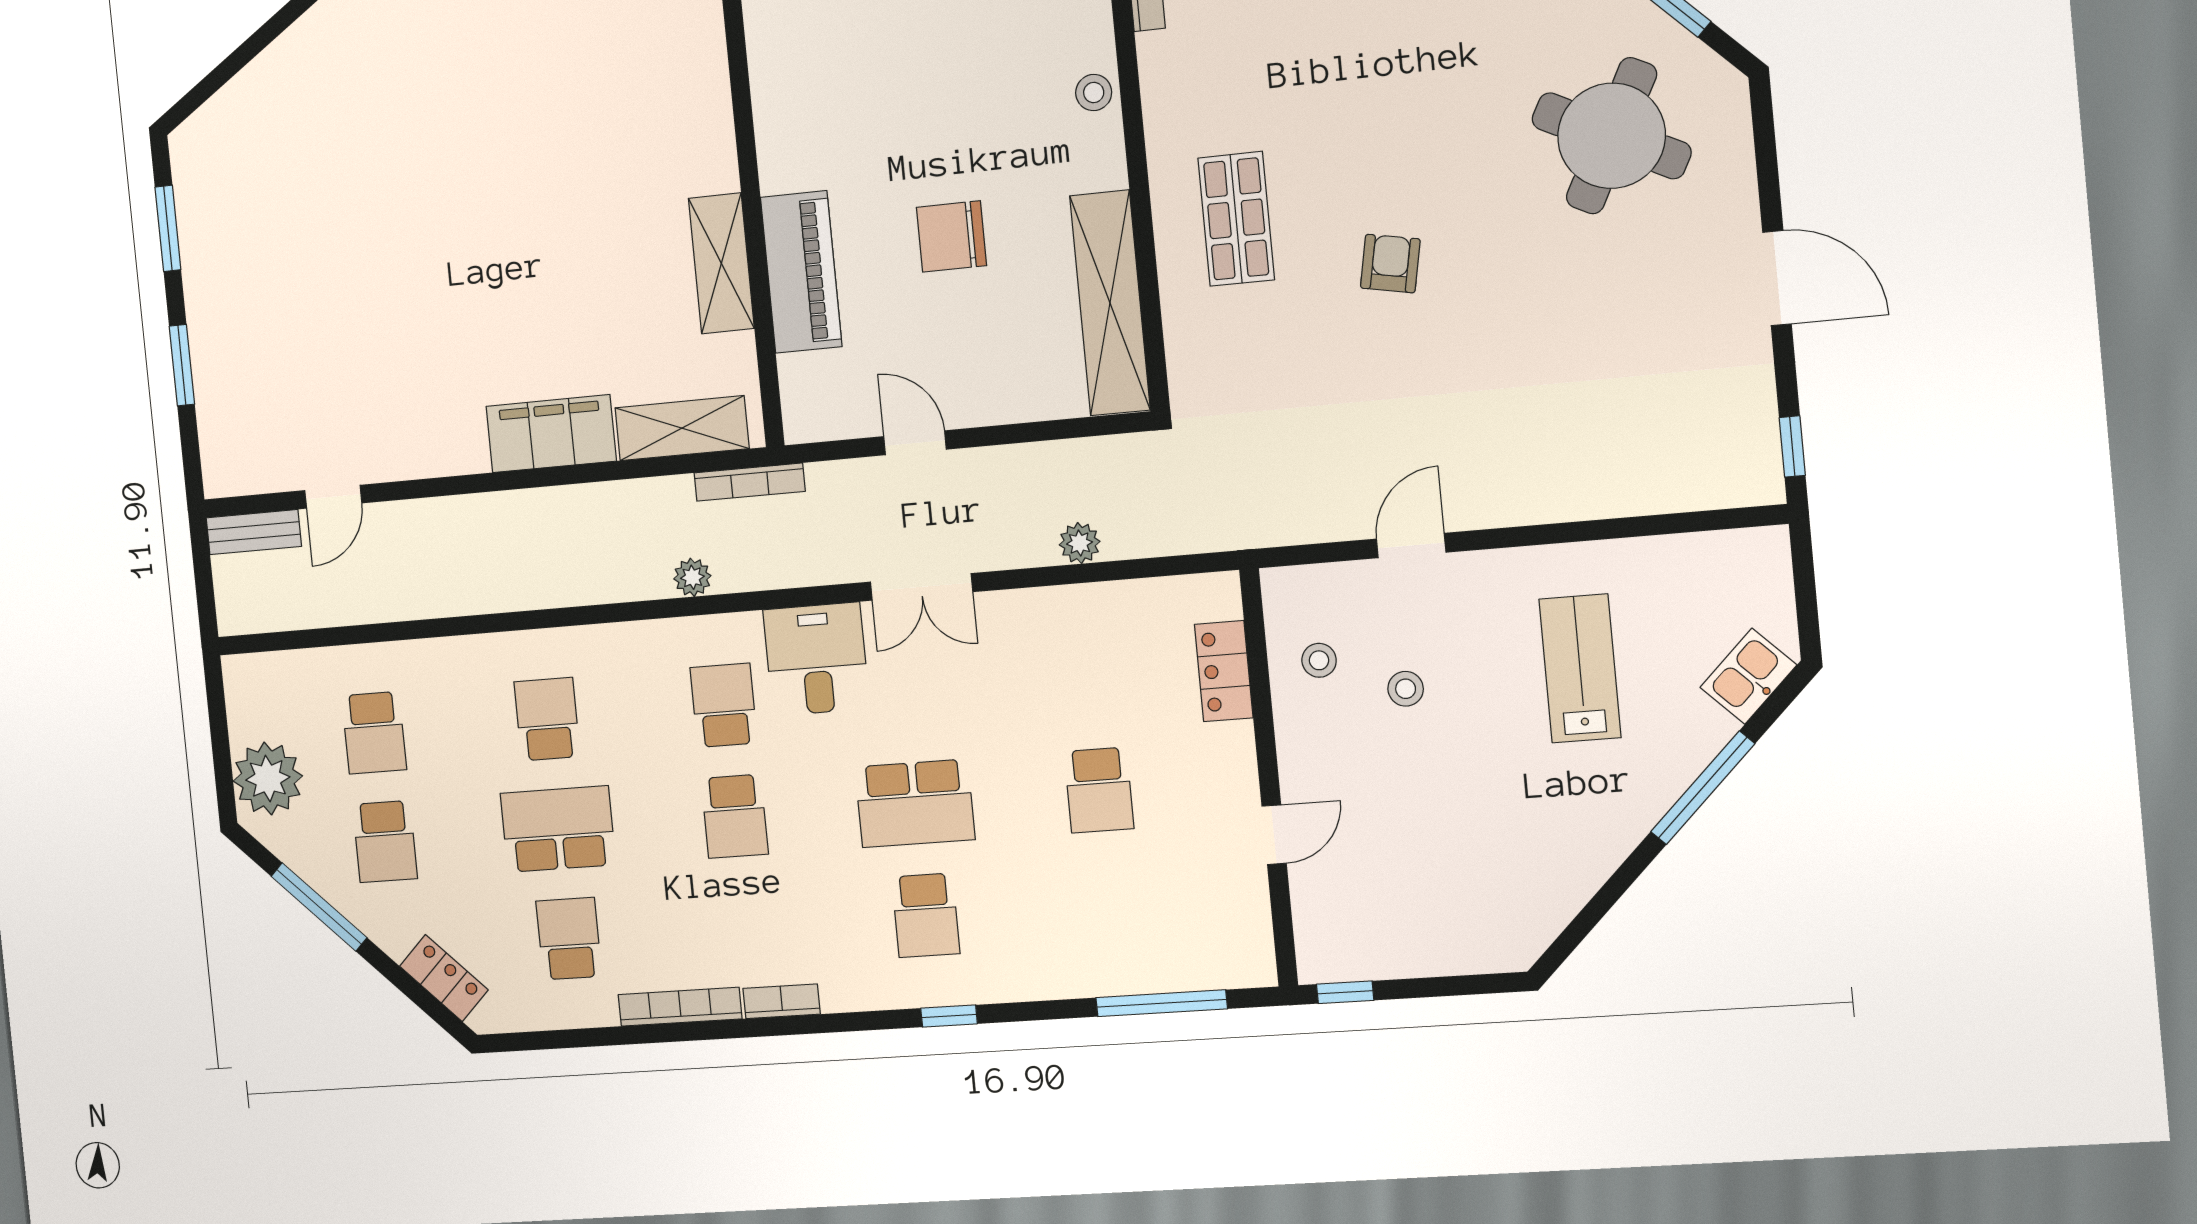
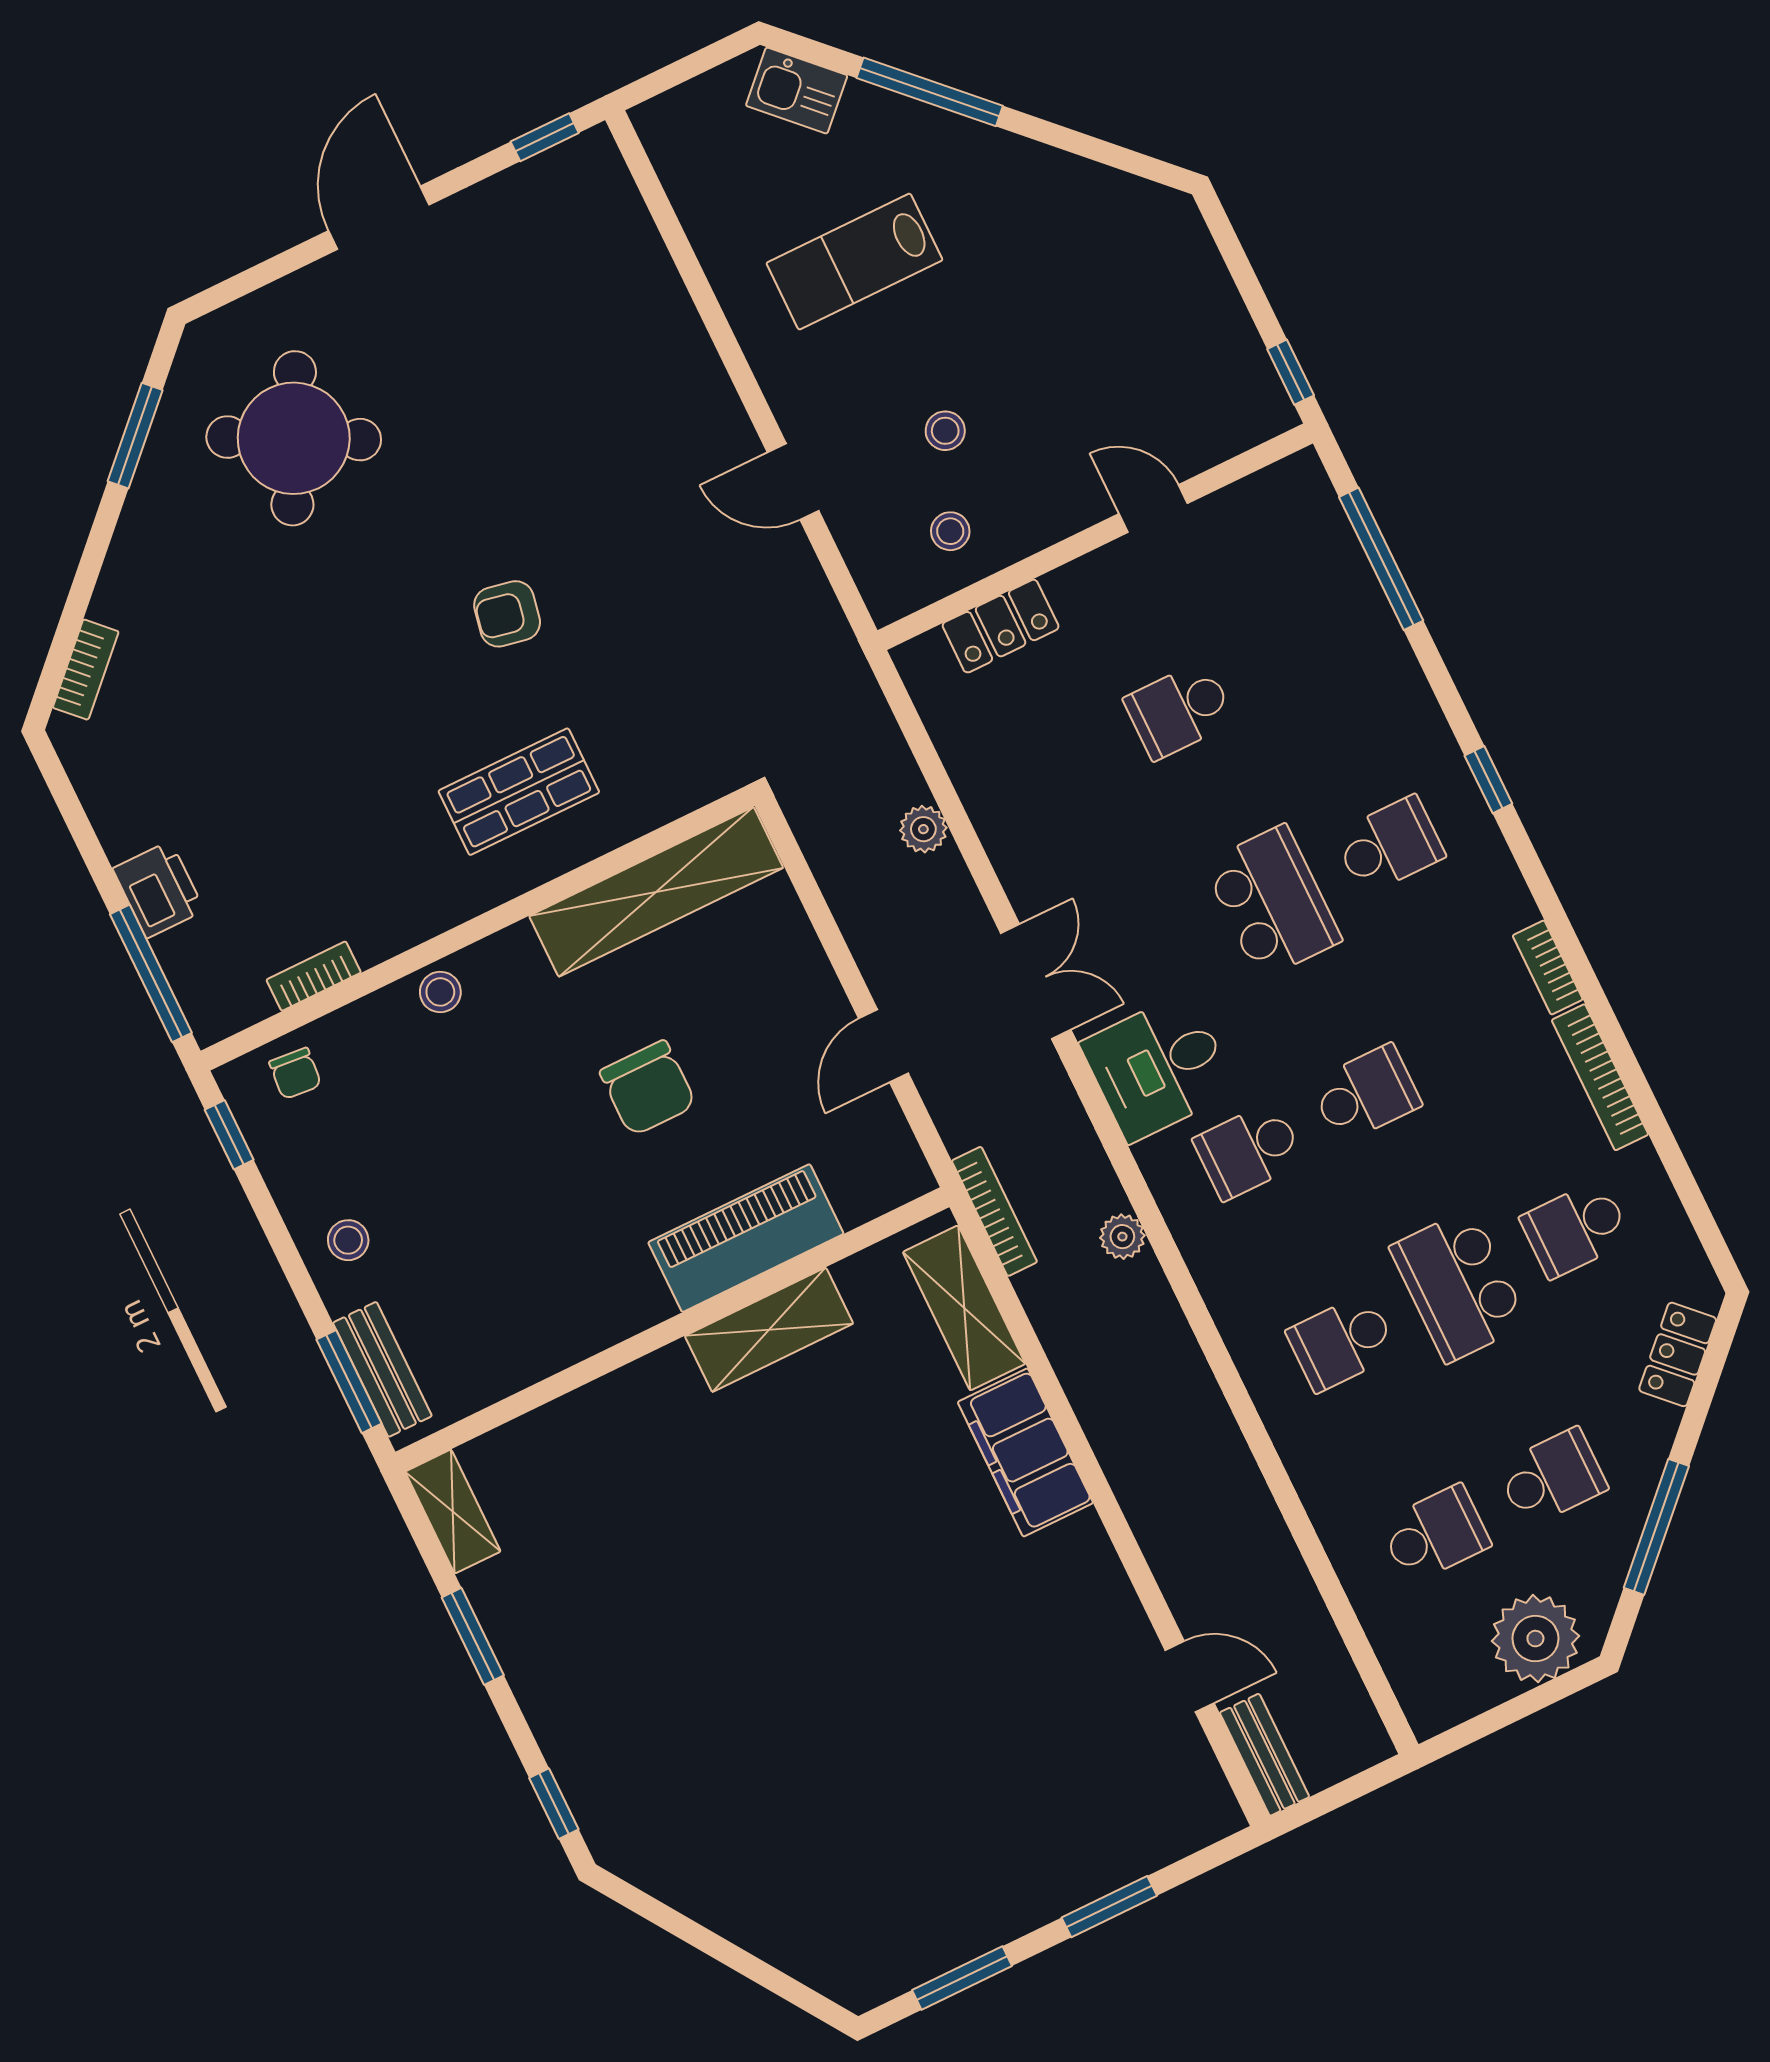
school desk: (1099, 790) -> (1179, 710), turned 180

